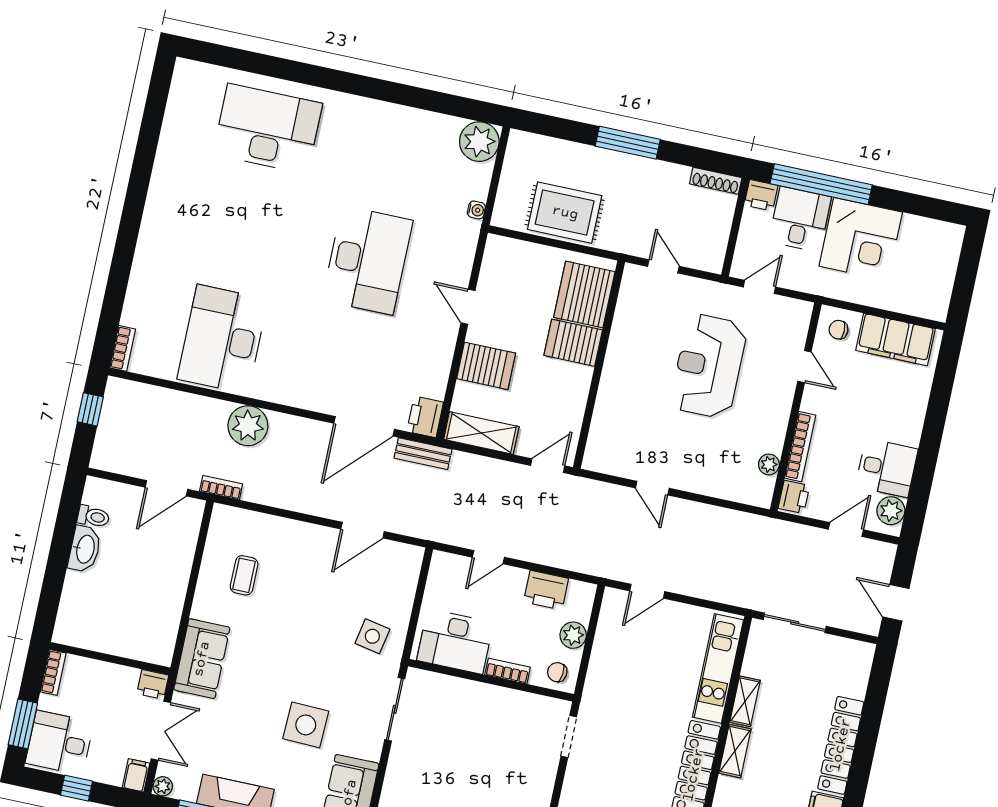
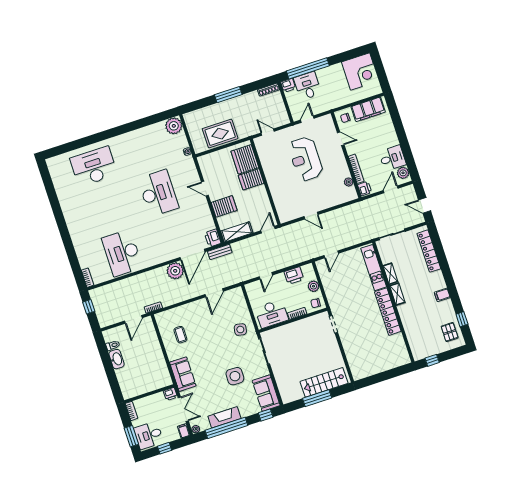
corner desk: (861, 239) -> (360, 71), moved
plant: (248, 426) -> (175, 271), moved
locker: (841, 745) -> (429, 251), moved

